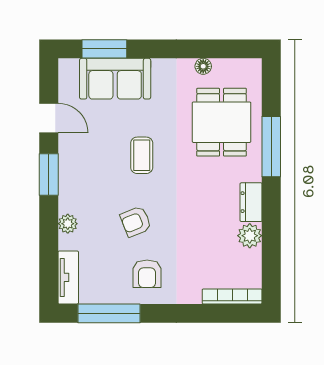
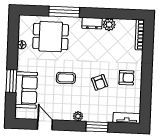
window: (104, 49) -> (11, 81), moved
door: (49, 118) -> (45, 125), hinge flipped
window: (49, 174) -> (97, 127), moved
plant: (68, 224) -> (78, 116), moved
window: (109, 313) -> (146, 98), removed

